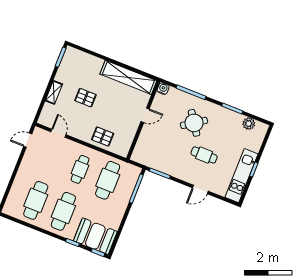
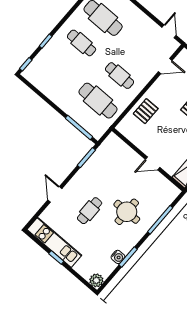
water cooler: (163, 89) -> (118, 257), moved
door: (145, 115) -> (153, 163), hinge flipped
round table: (194, 123) -> (127, 212), turned 34
plant: (249, 124) -> (96, 280), moved
cafe table: (63, 211) -> (82, 43), width x0.73, depth x0.74
booth: (95, 236) -> (44, 67), removed

